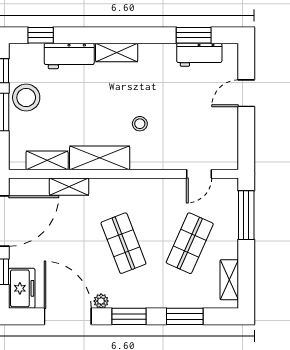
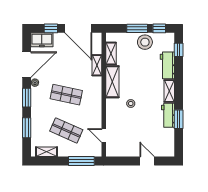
window: (194, 35) -> (179, 119), moved
workbench: (199, 55) -> (168, 115), moved
shop shelf: (123, 243) -> (66, 95), turned 33

